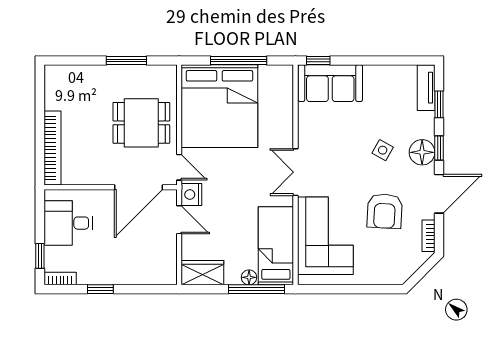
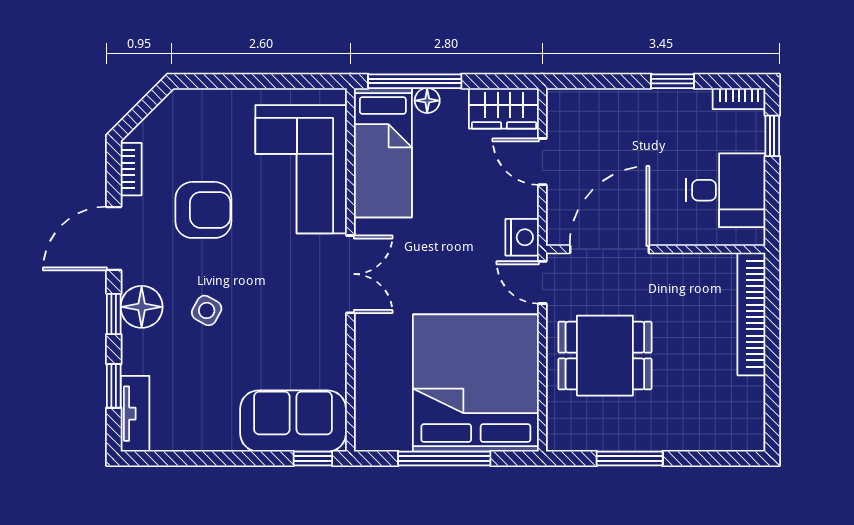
armchair: (385, 211) -> (203, 210), turned 87
door: (179, 220) -> (542, 162), moved

